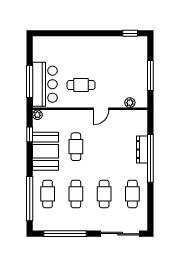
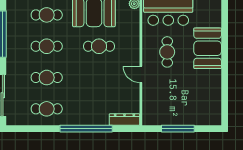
window: (130, 33) -> (225, 106), removed
booth: (78, 49) -> (208, 48), added
plant: (130, 103) -> (148, 106), removed
dresser: (142, 150) -> (124, 120), moved

